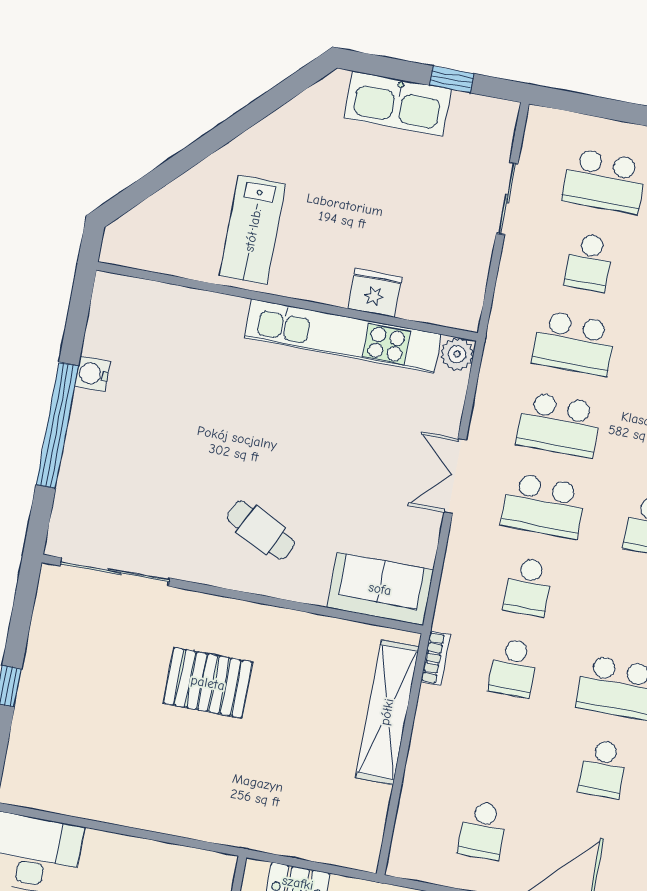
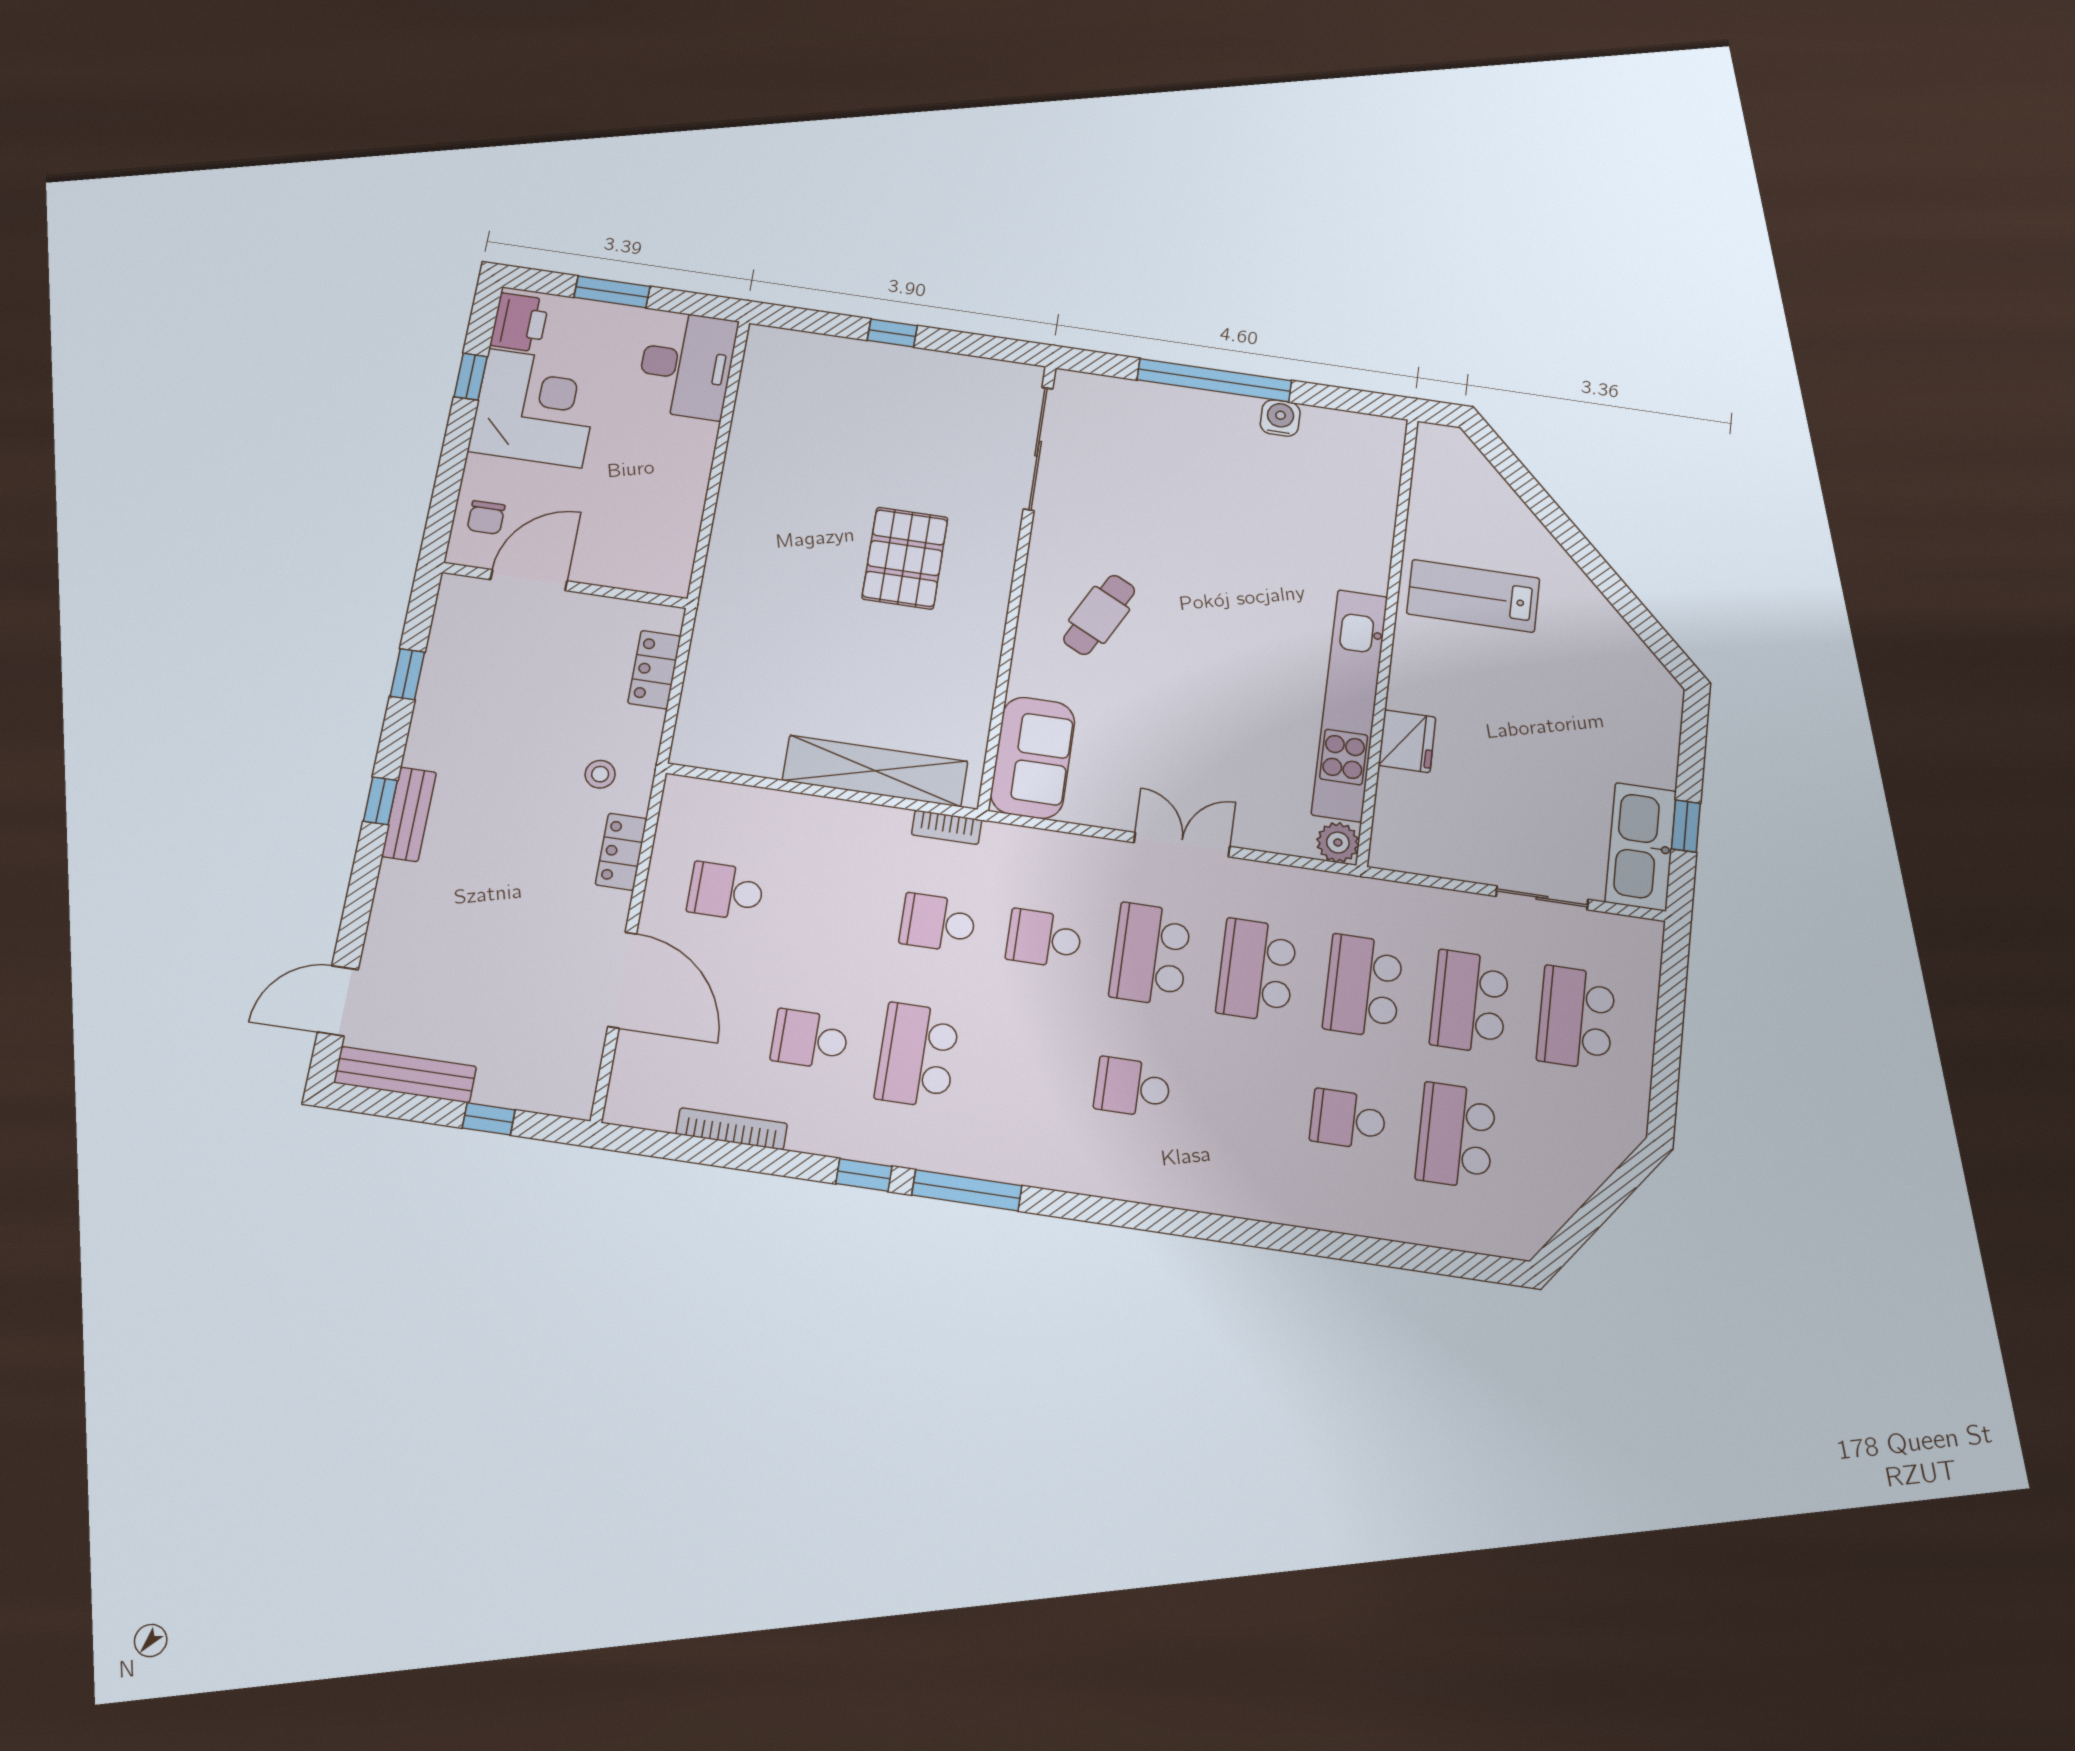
kitchen sink: (397, 104) -> (1641, 847), moved
school desk: (589, 262) -> (1470, 1002), width x1.85

